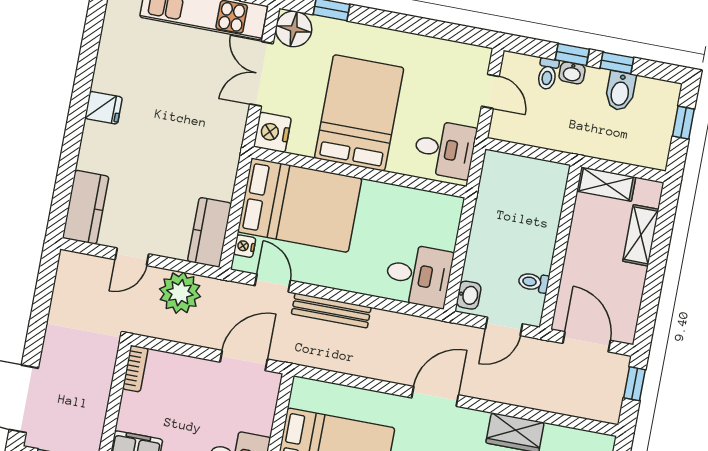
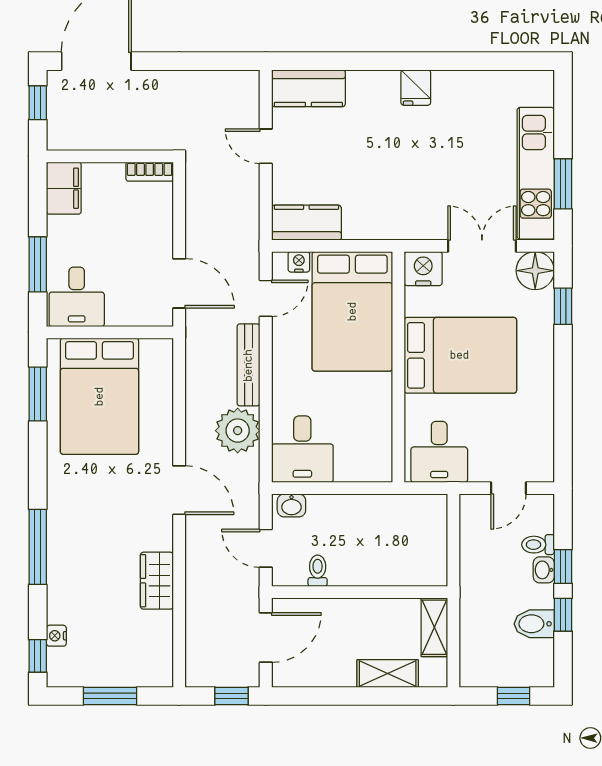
plant: (180, 293) -> (238, 431), moved

